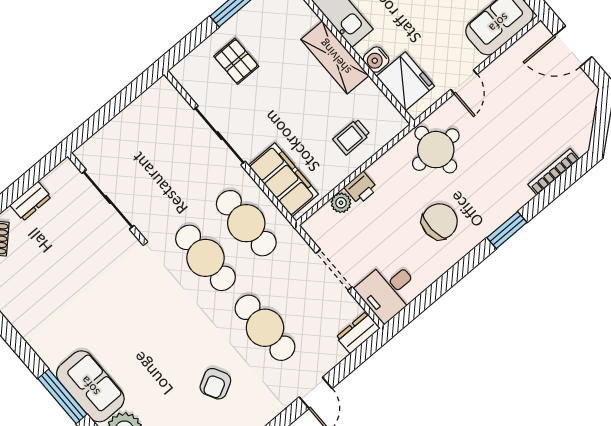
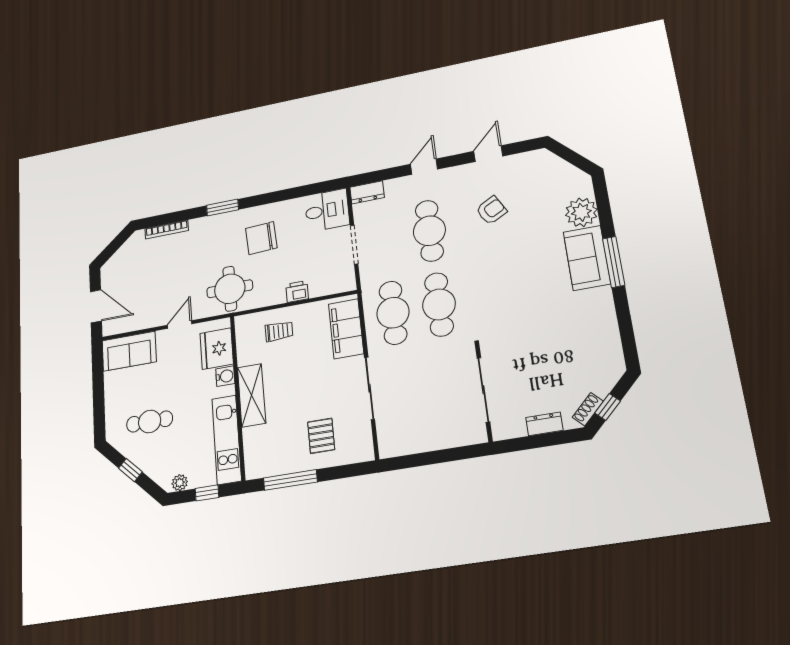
plant: (341, 203) -> (318, 289), removed

